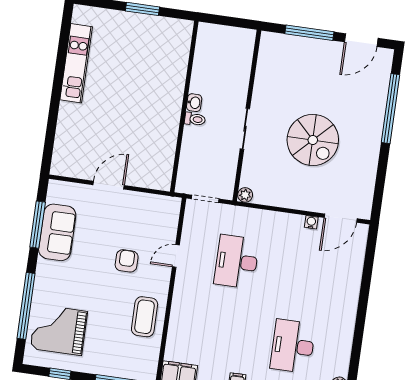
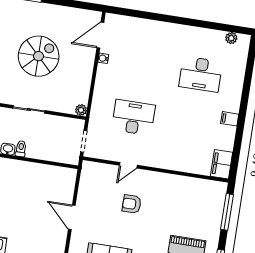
door: (341, 218) -> (100, 35), swing flipped
door: (176, 256) -> (128, 165), hinge flipped
desk: (237, 262) -> (133, 117), turned 180
coffee table: (145, 317) -> (176, 191), removed

